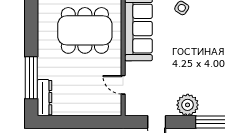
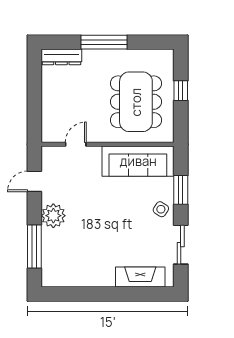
window: (31, 78) -> (104, 42), moved

